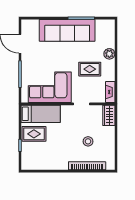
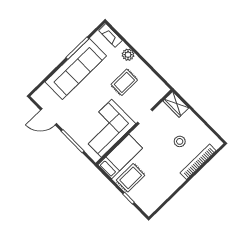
fireplace: (110, 92) -> (110, 35), moved

